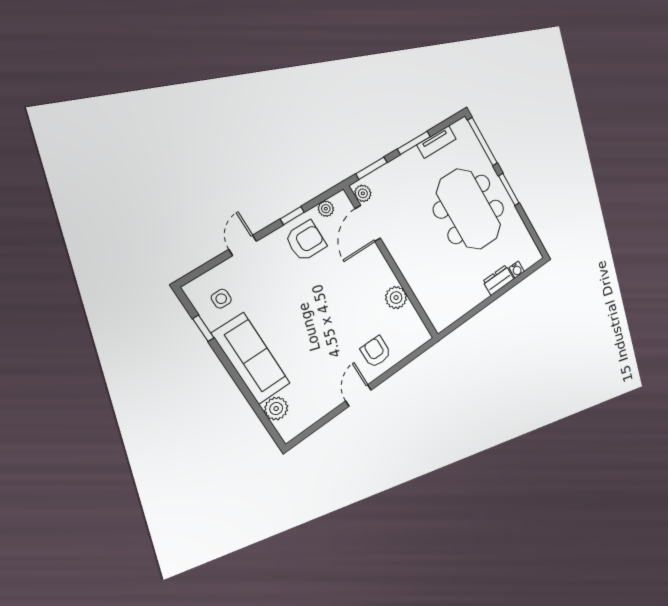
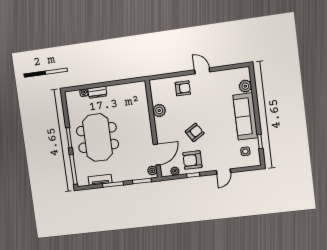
armchair: (324, 290) -> (195, 132), added
armchair: (376, 352) -> (183, 88), turned -90
door: (358, 395) -> (202, 71), swing flipped

